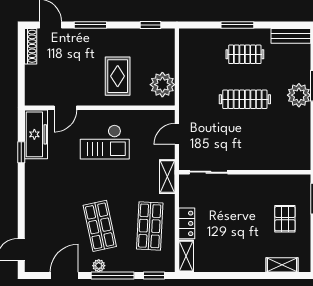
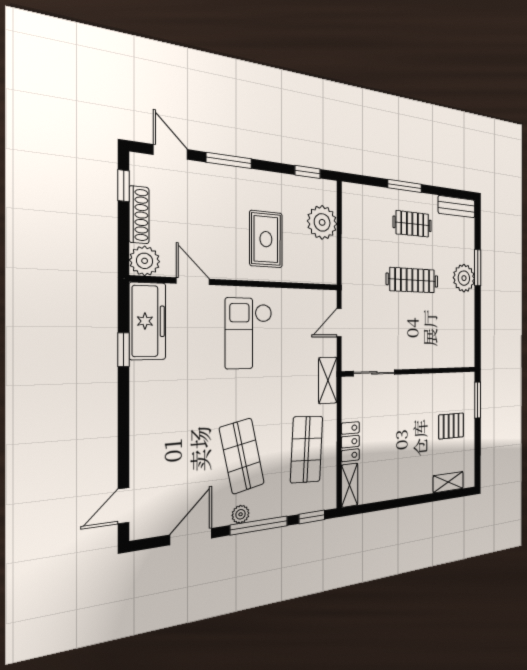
shoe rack: (31, 46) -> (139, 215), moved
window: (21, 50) -> (124, 186), added
plant: (162, 85) -> (322, 222), moved
plant: (34, 96) -> (145, 261), added
door: (65, 108) -> (193, 281), swing flipped
checkout: (105, 142) -> (249, 333), turned 90
pallet: (285, 219) -> (451, 426), turned 90

